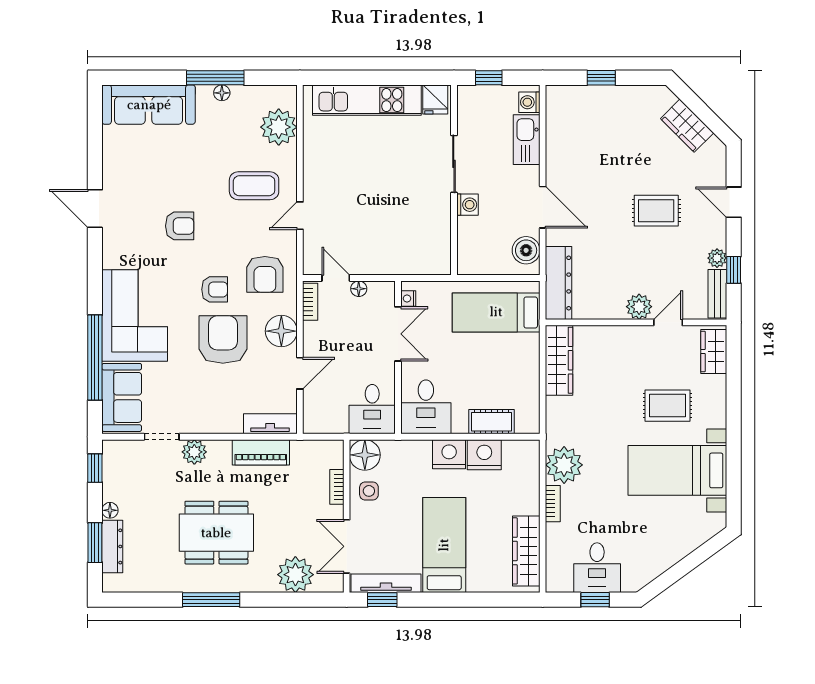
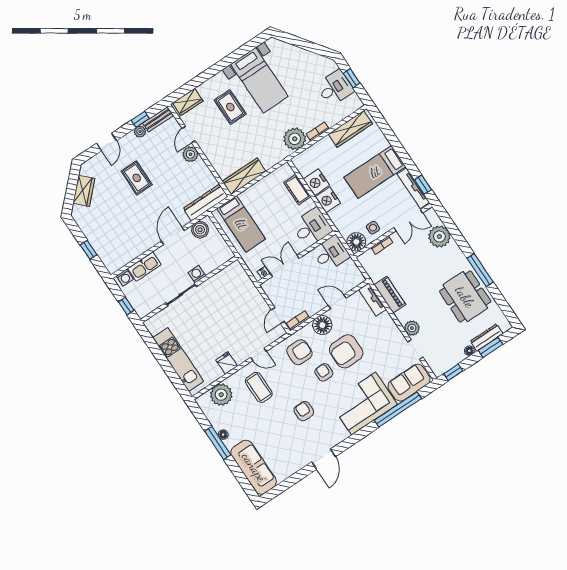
fridge: (435, 99) -> (227, 363), moved, turned -90
floor lamp: (359, 289) -> (275, 300), removed
door: (668, 322) -> (189, 135), hinge flipped
dining table: (216, 533) -> (465, 297), moved

